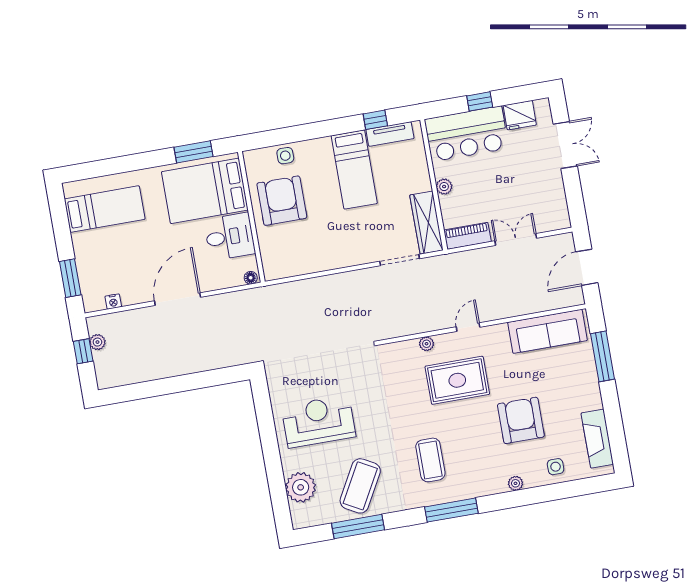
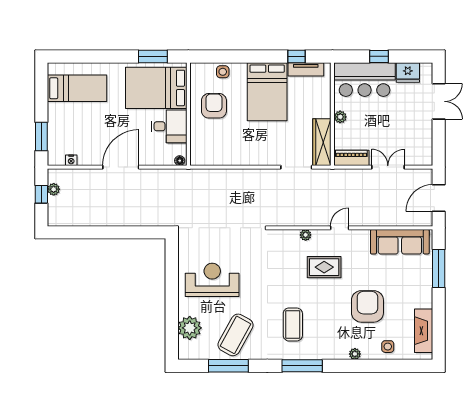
bed: (354, 170) -> (267, 92), width x1.50
armchair: (282, 201) -> (214, 106), width x0.73, depth x0.73
rug: (457, 380) -> (324, 267), width x0.73, depth x0.70

